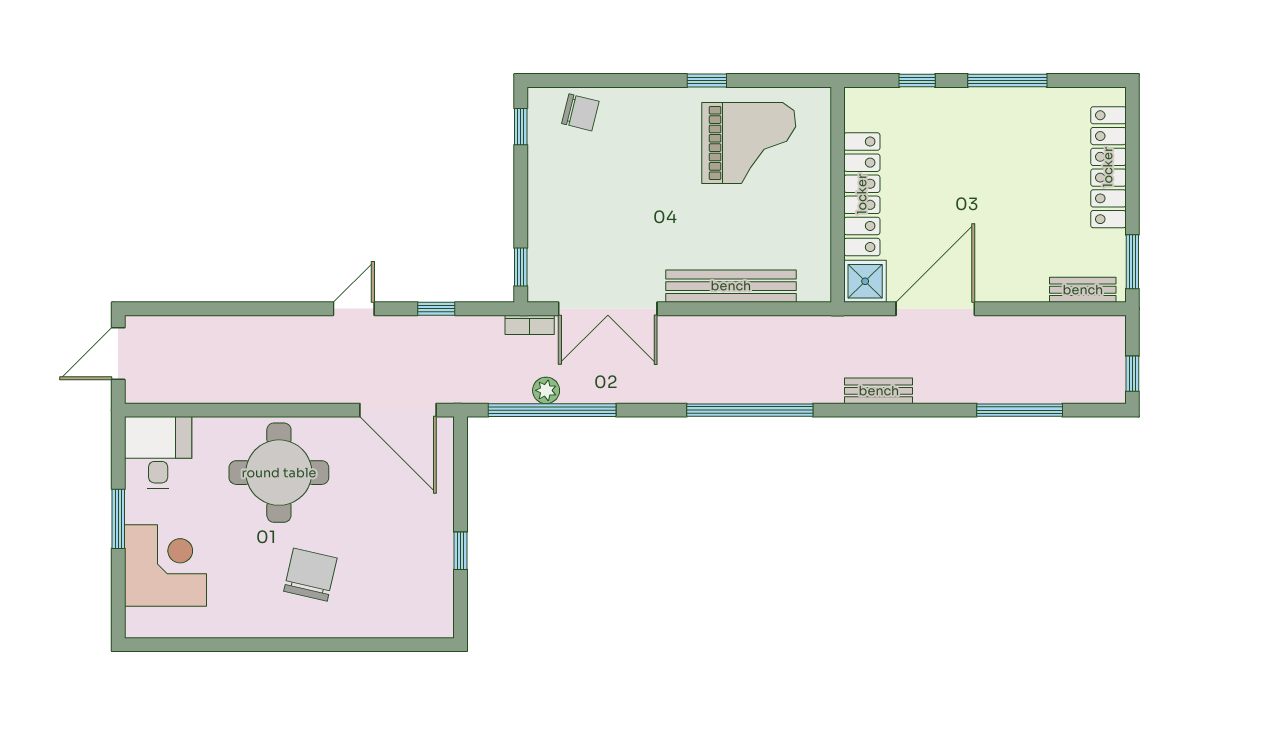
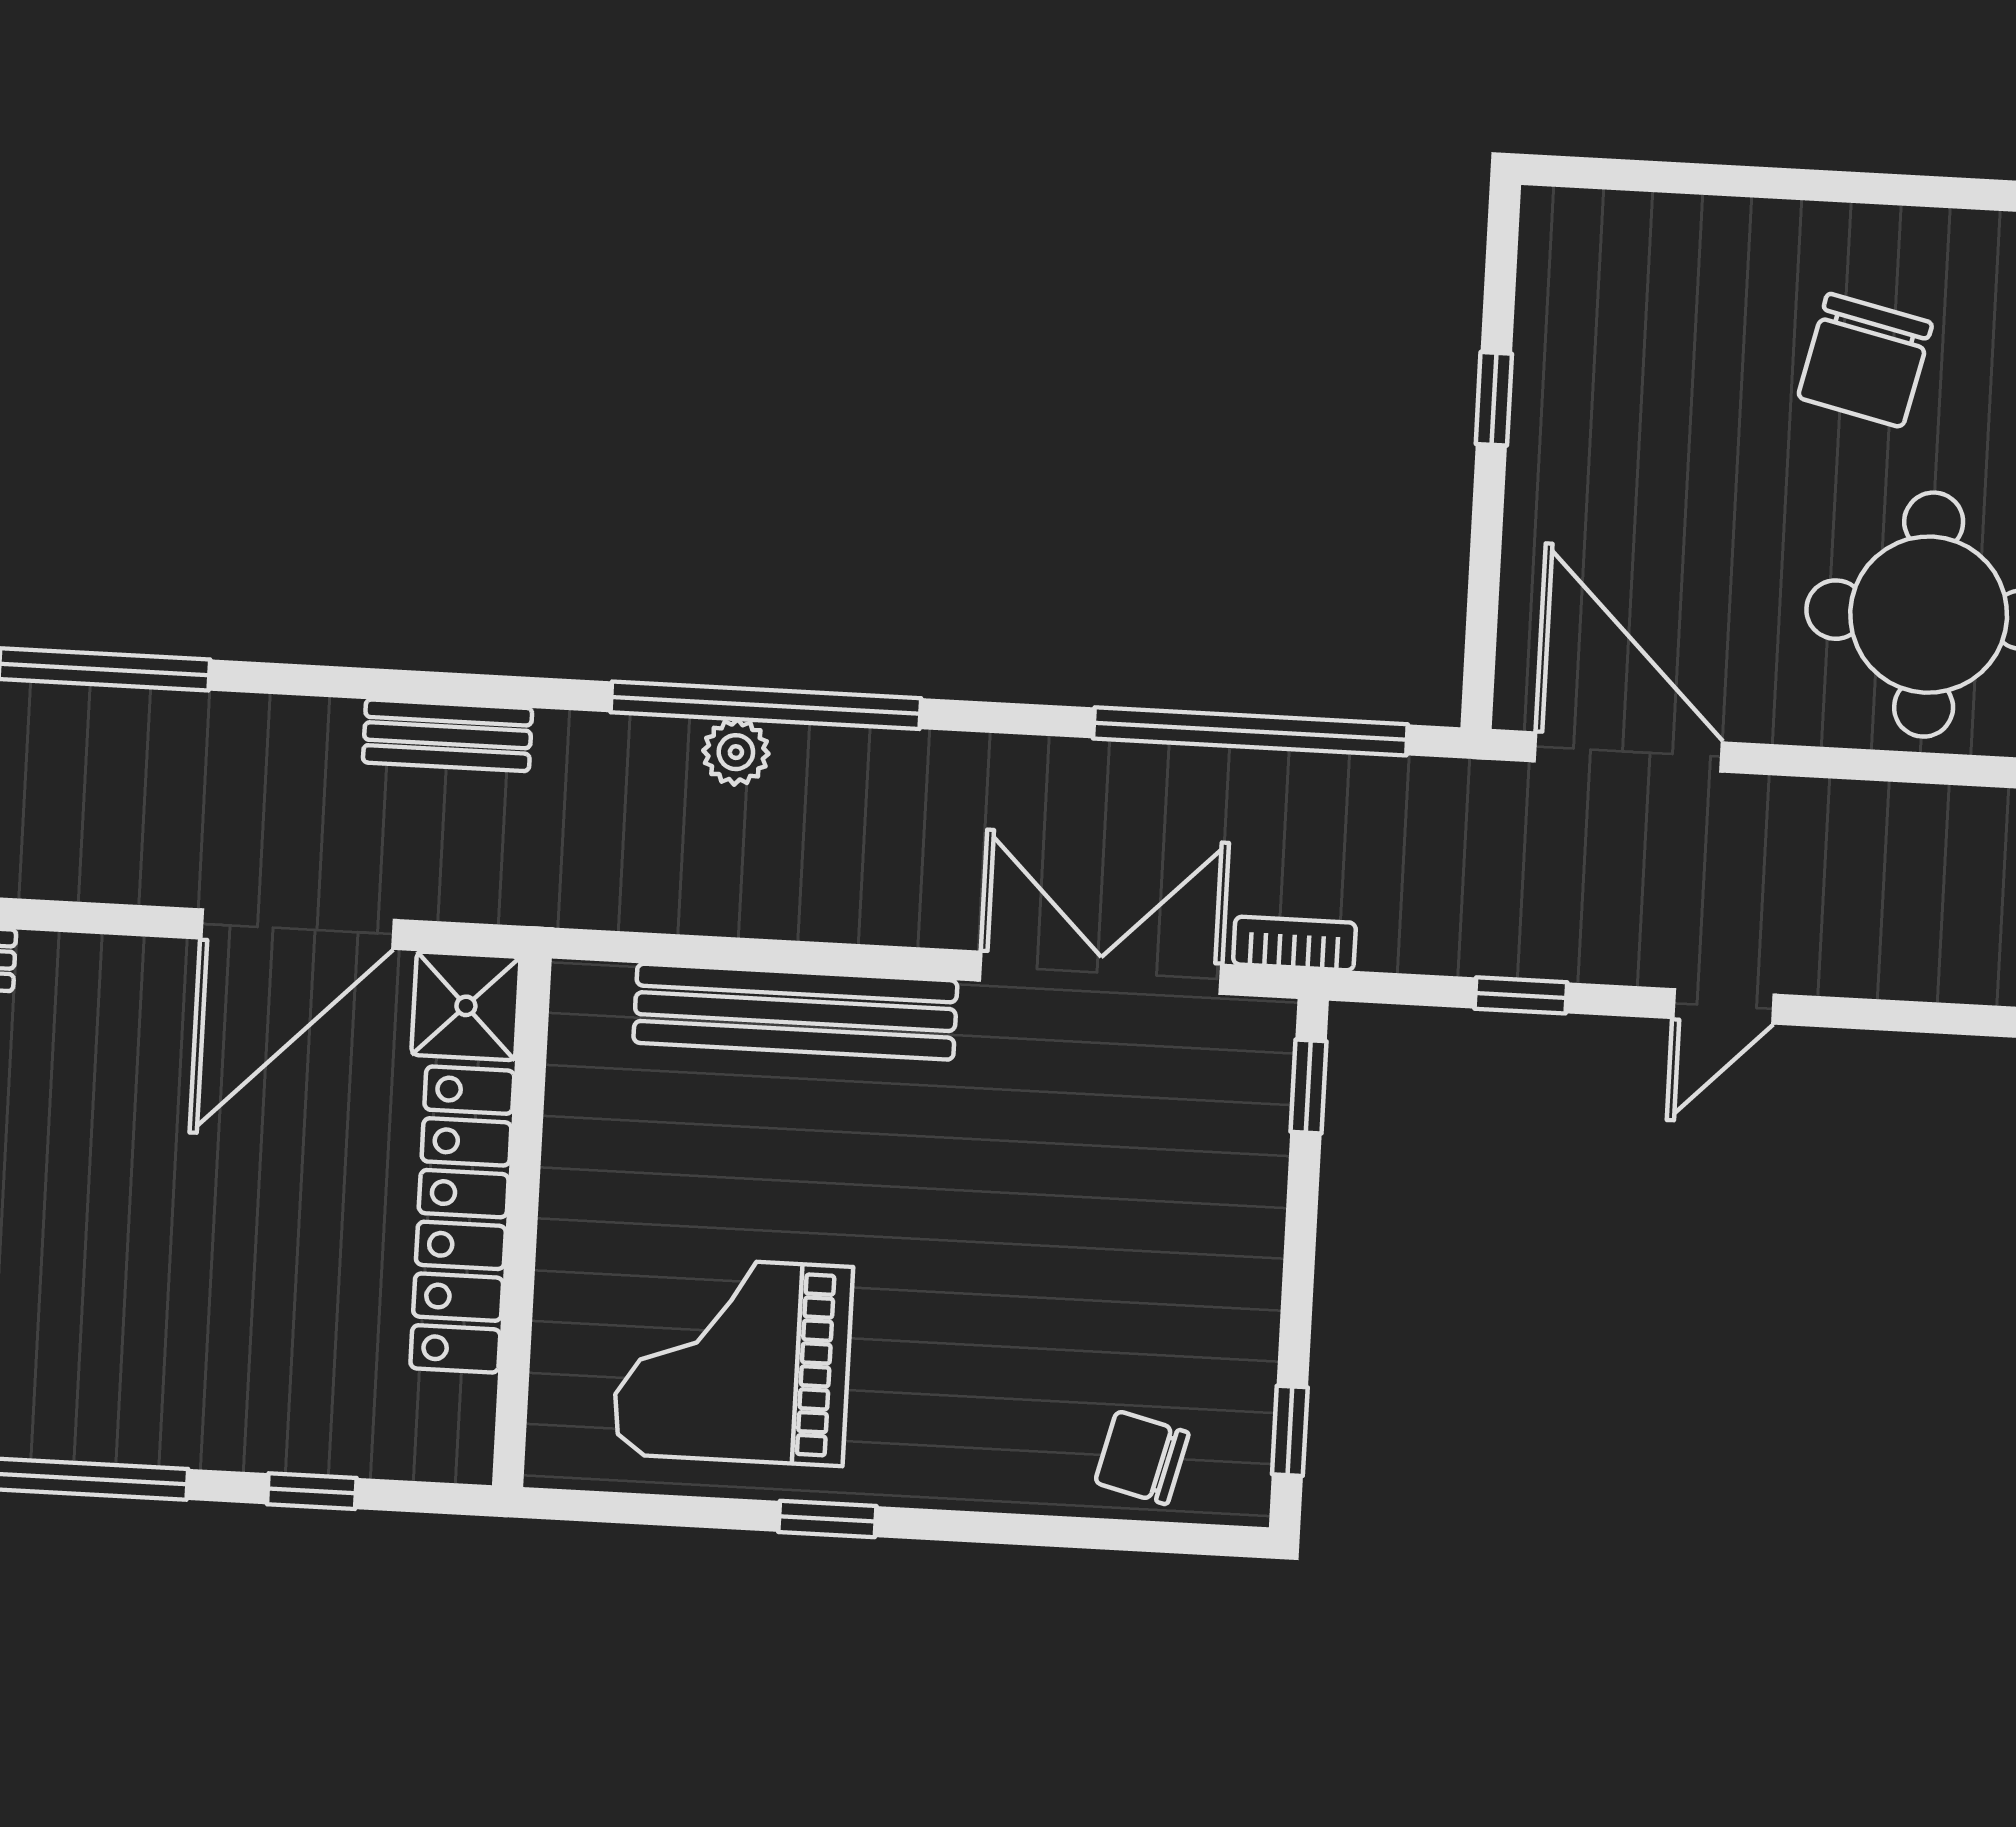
plant: (546, 390) -> (736, 752), moved

